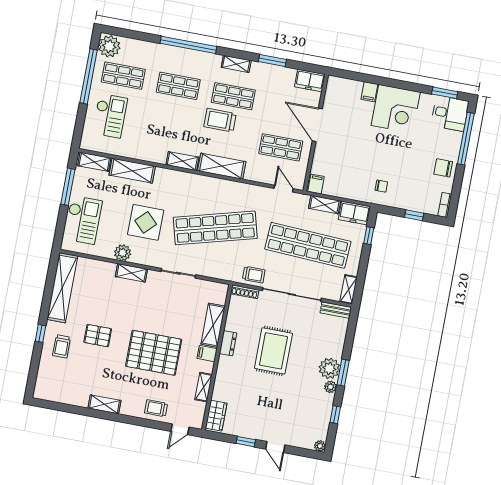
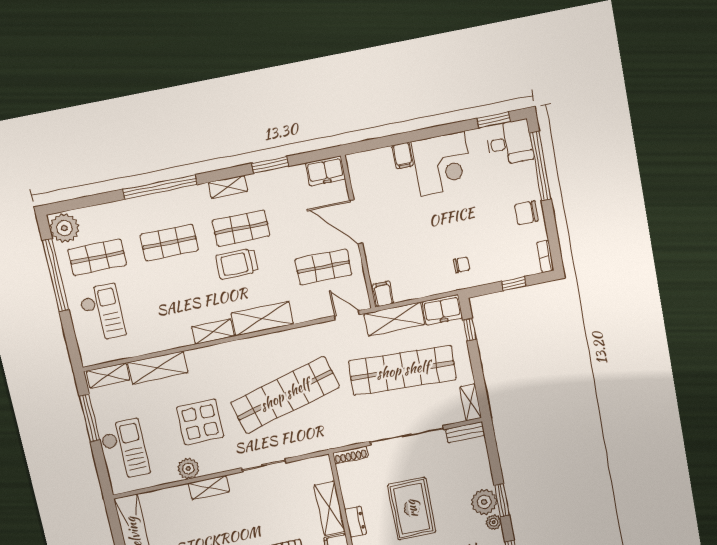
shelving: (325, 205) -> (394, 319), width x1.50, depth x1.33
trolley: (254, 275) -> (353, 431), removed

